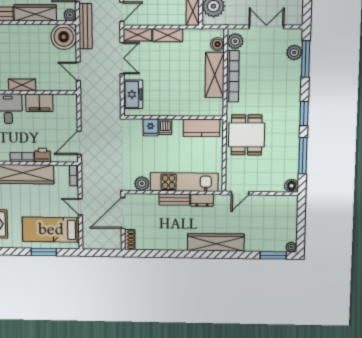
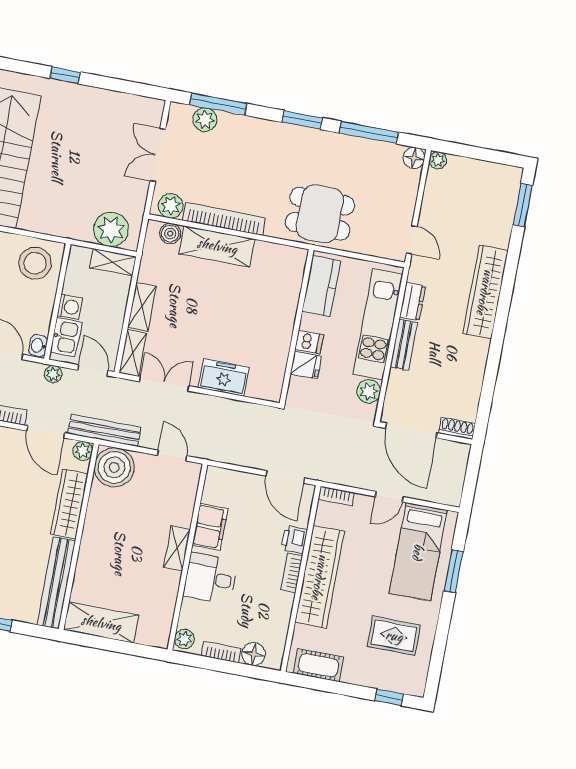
door: (78, 71) -> (172, 456), swing flipped
wall: (173, 118) -> (297, 327), moved
fridge: (151, 127) -> (306, 365), moved
dishwasher: (165, 127) -> (309, 342), moved
kitchen counter: (202, 128) -> (321, 286), moved
plant: (291, 247) -> (438, 160), moved

